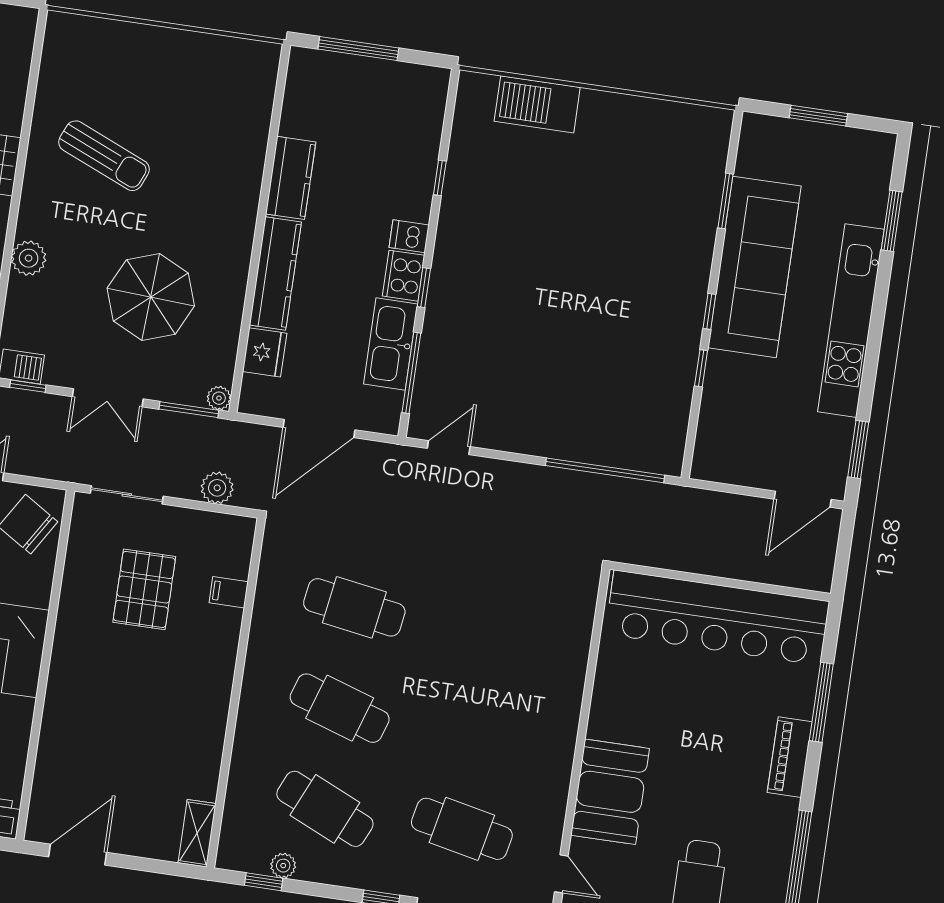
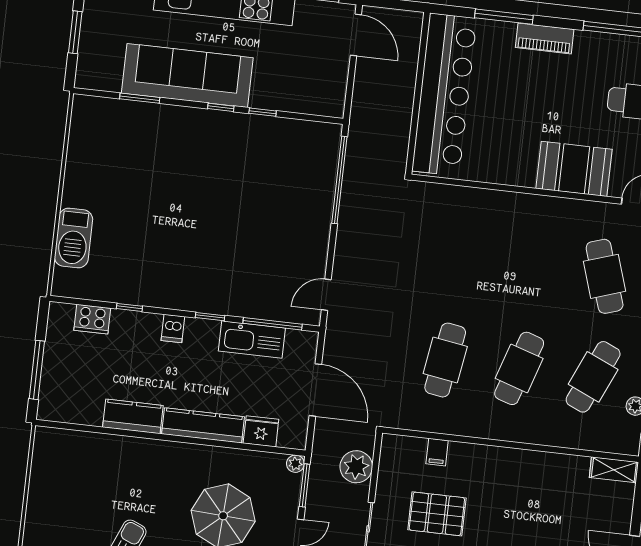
cooker: (404, 276) -> (92, 319), moved
door: (449, 448) -> (326, 295), hinge flipped
plant: (217, 488) -> (356, 467), width x1.36, depth x1.36
cafe table: (462, 829) -> (605, 276), turned -30

